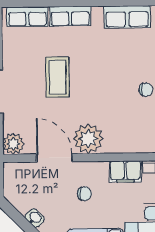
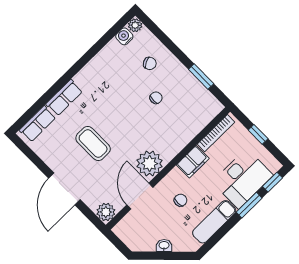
row of seats: (127, 17) -> (100, 63), removed
door: (54, 158) -> (140, 196), hinge flipped

